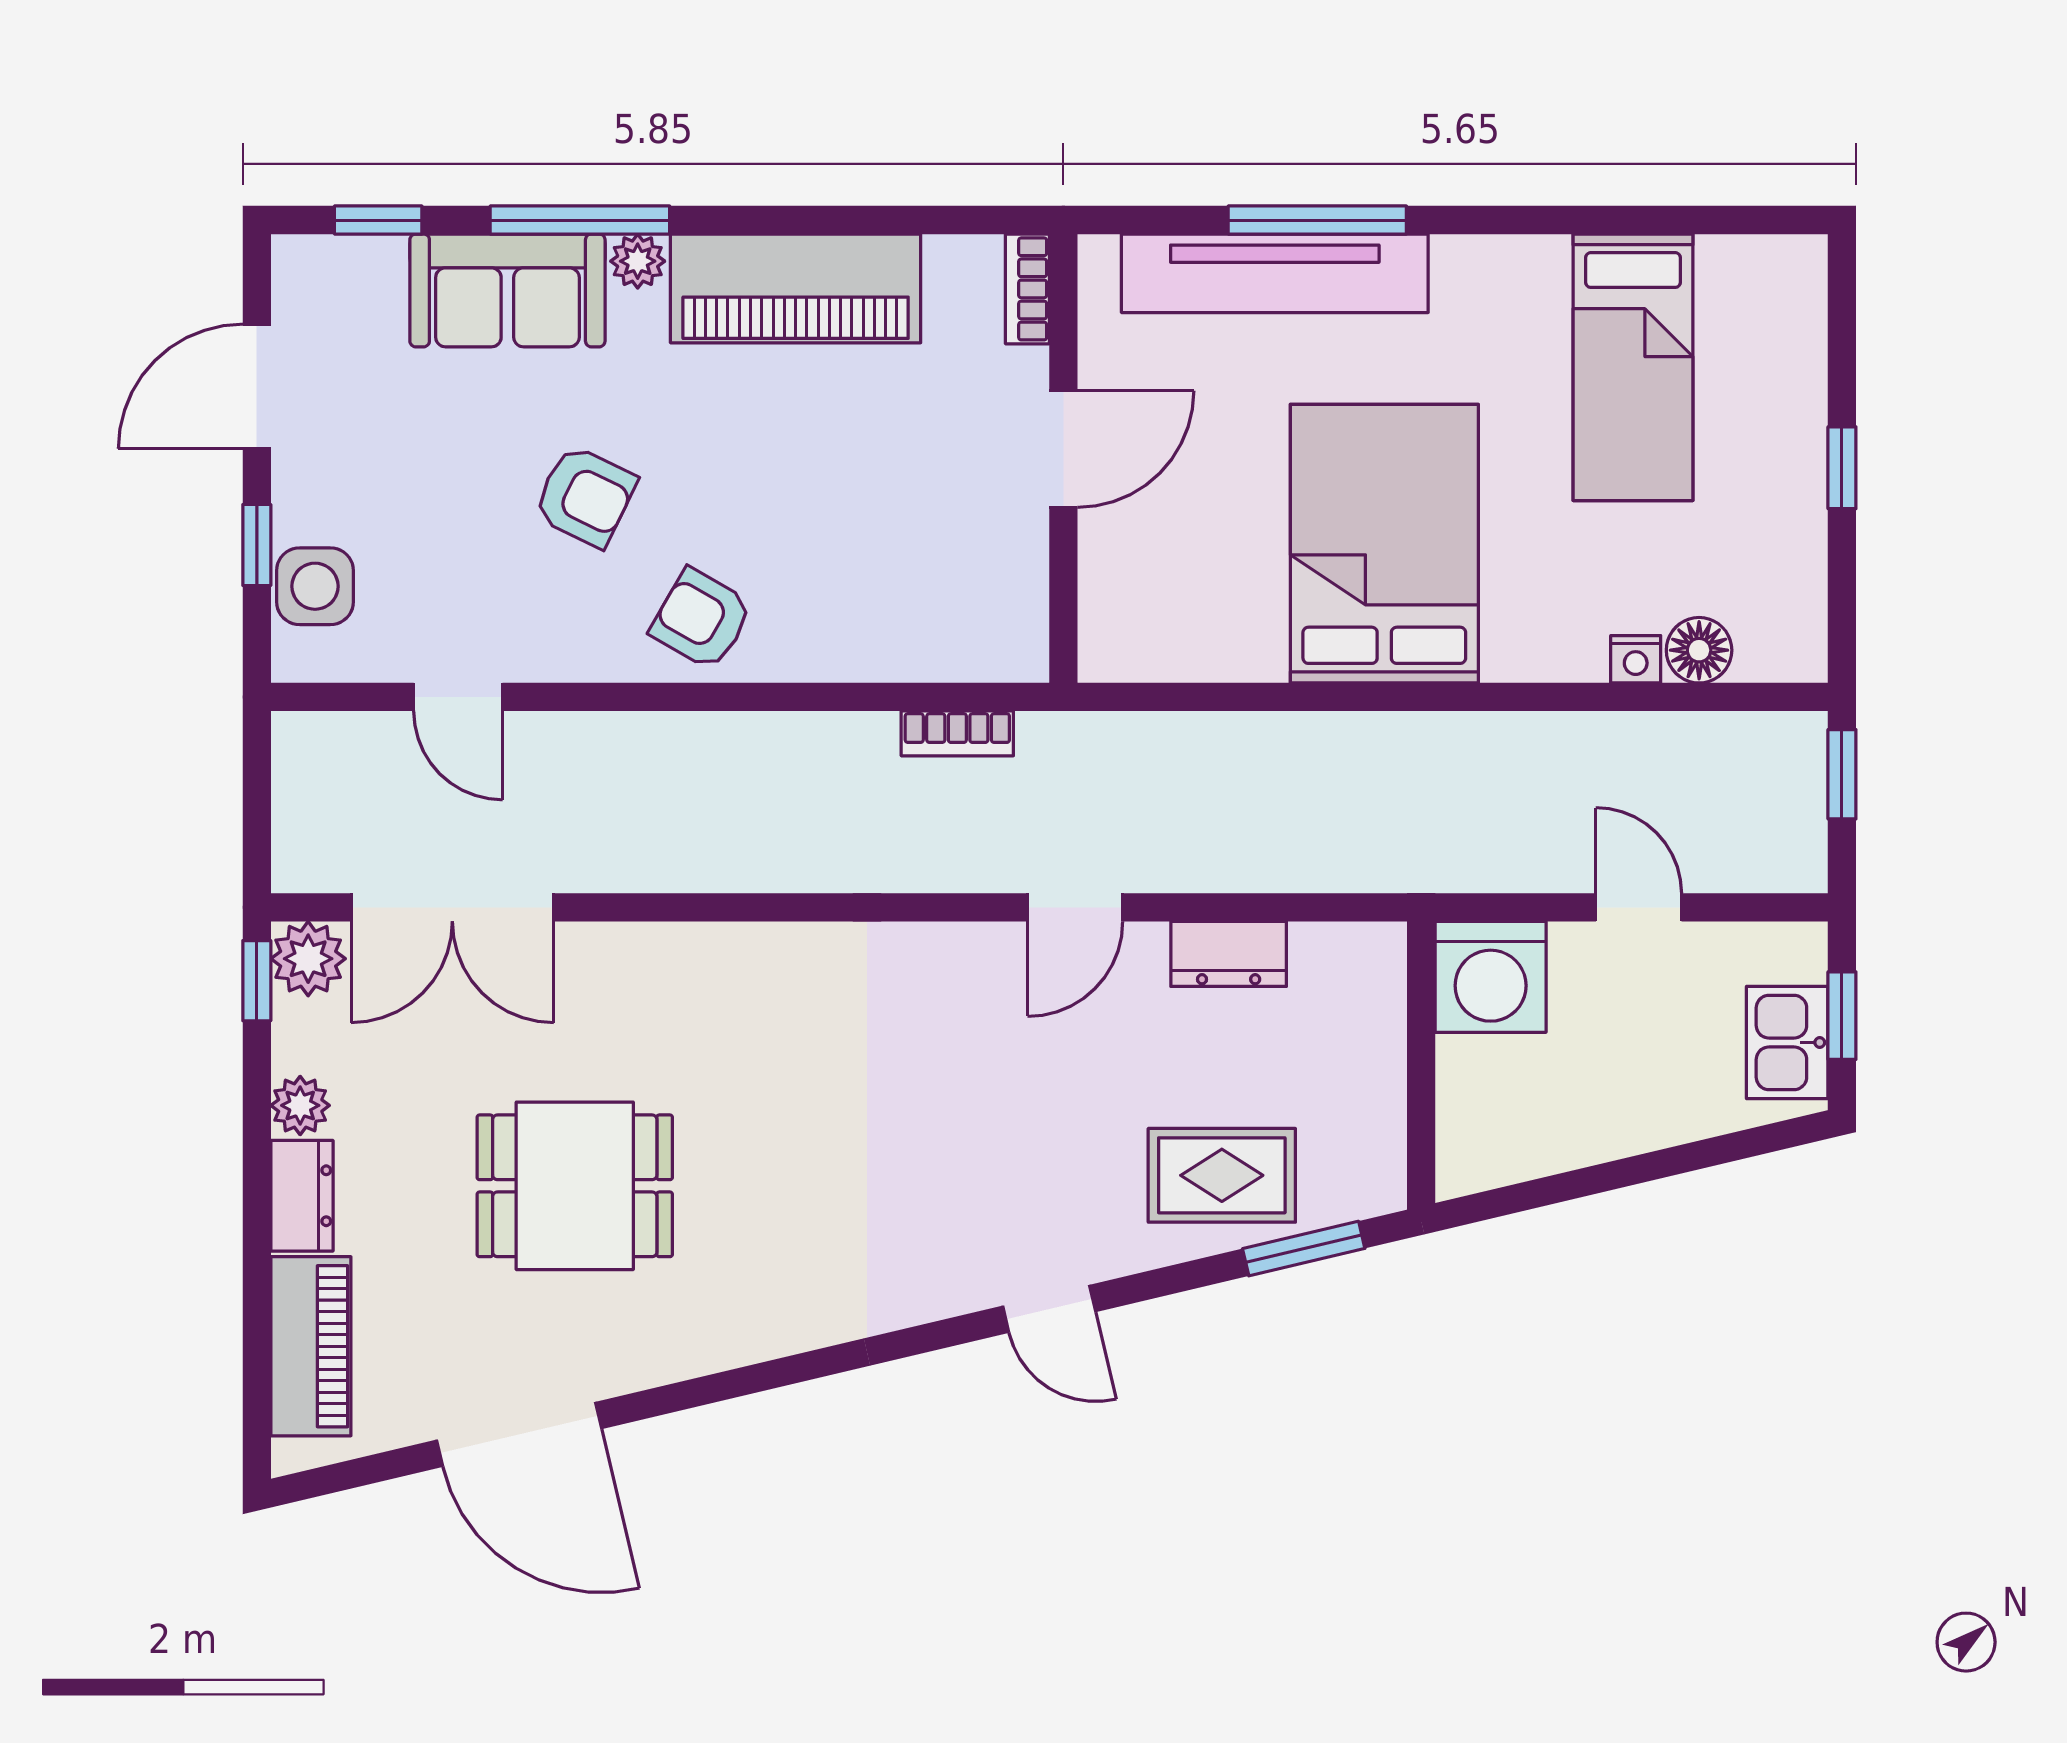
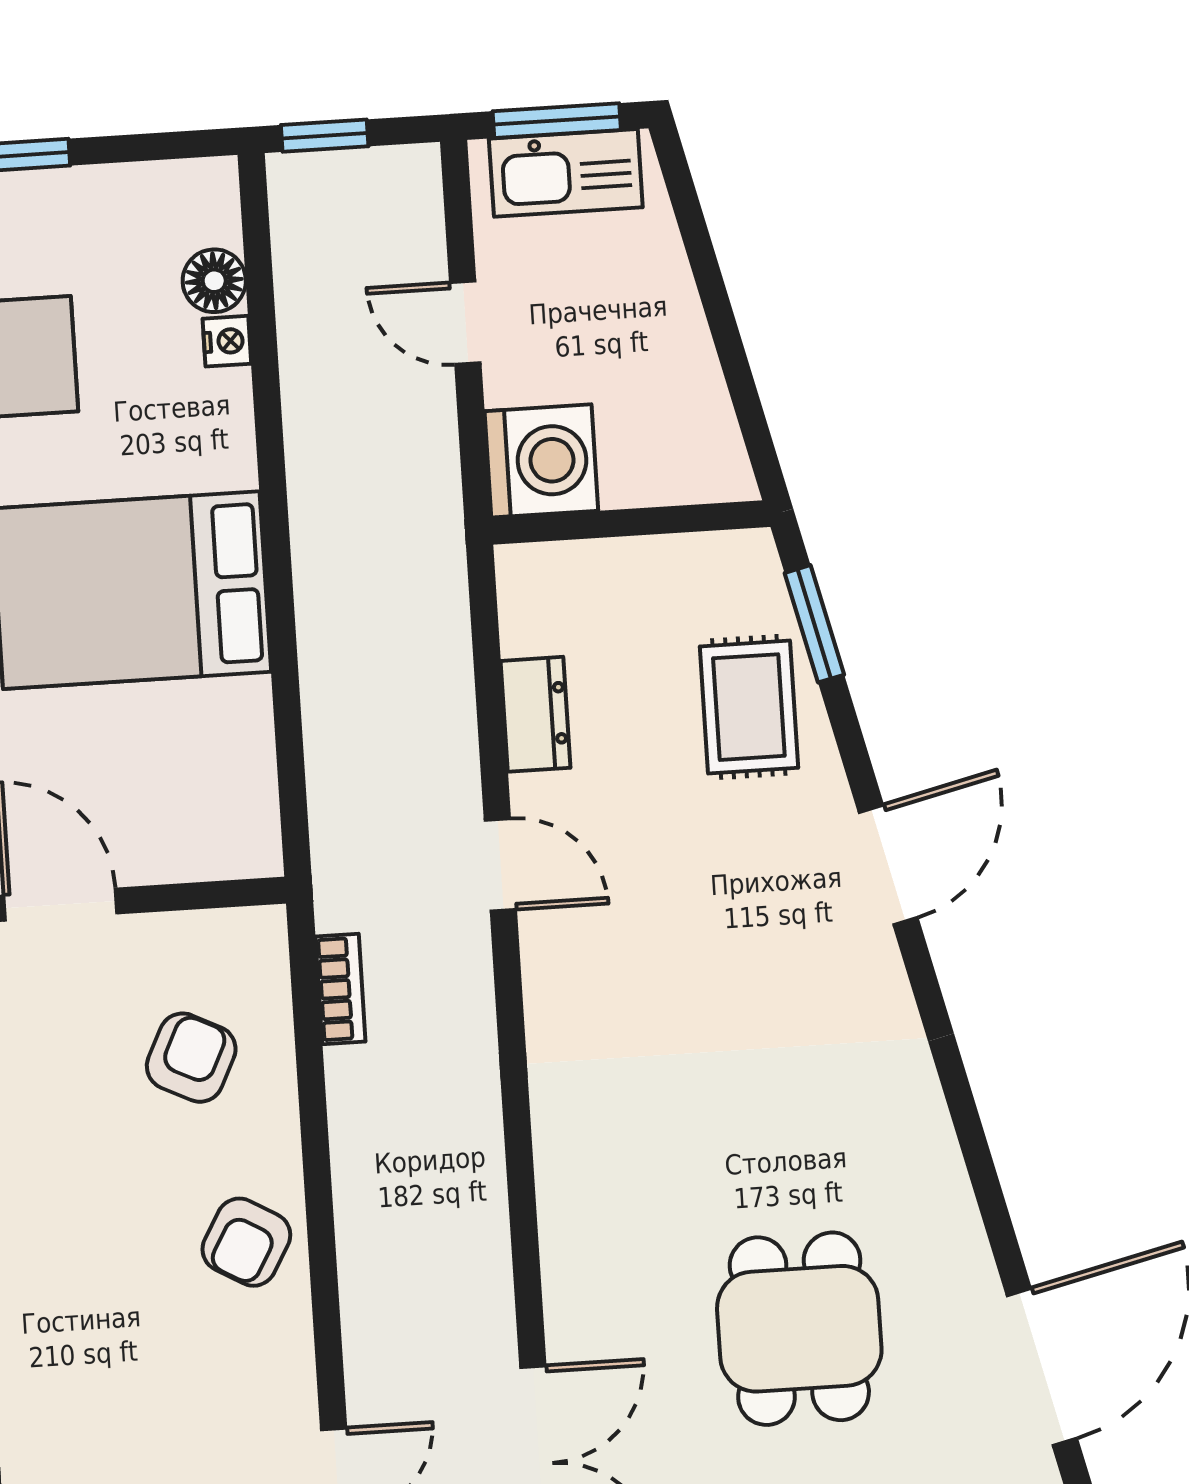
armchair: (585, 496) -> (191, 1058), moved
door: (1639, 907) -> (465, 323), hinge flipped
window: (1842, 1016) -> (557, 121), width x1.50
kitchen sink: (1787, 1042) -> (566, 173), width x1.38
door: (1049, 1309) -> (888, 865), width x1.38

